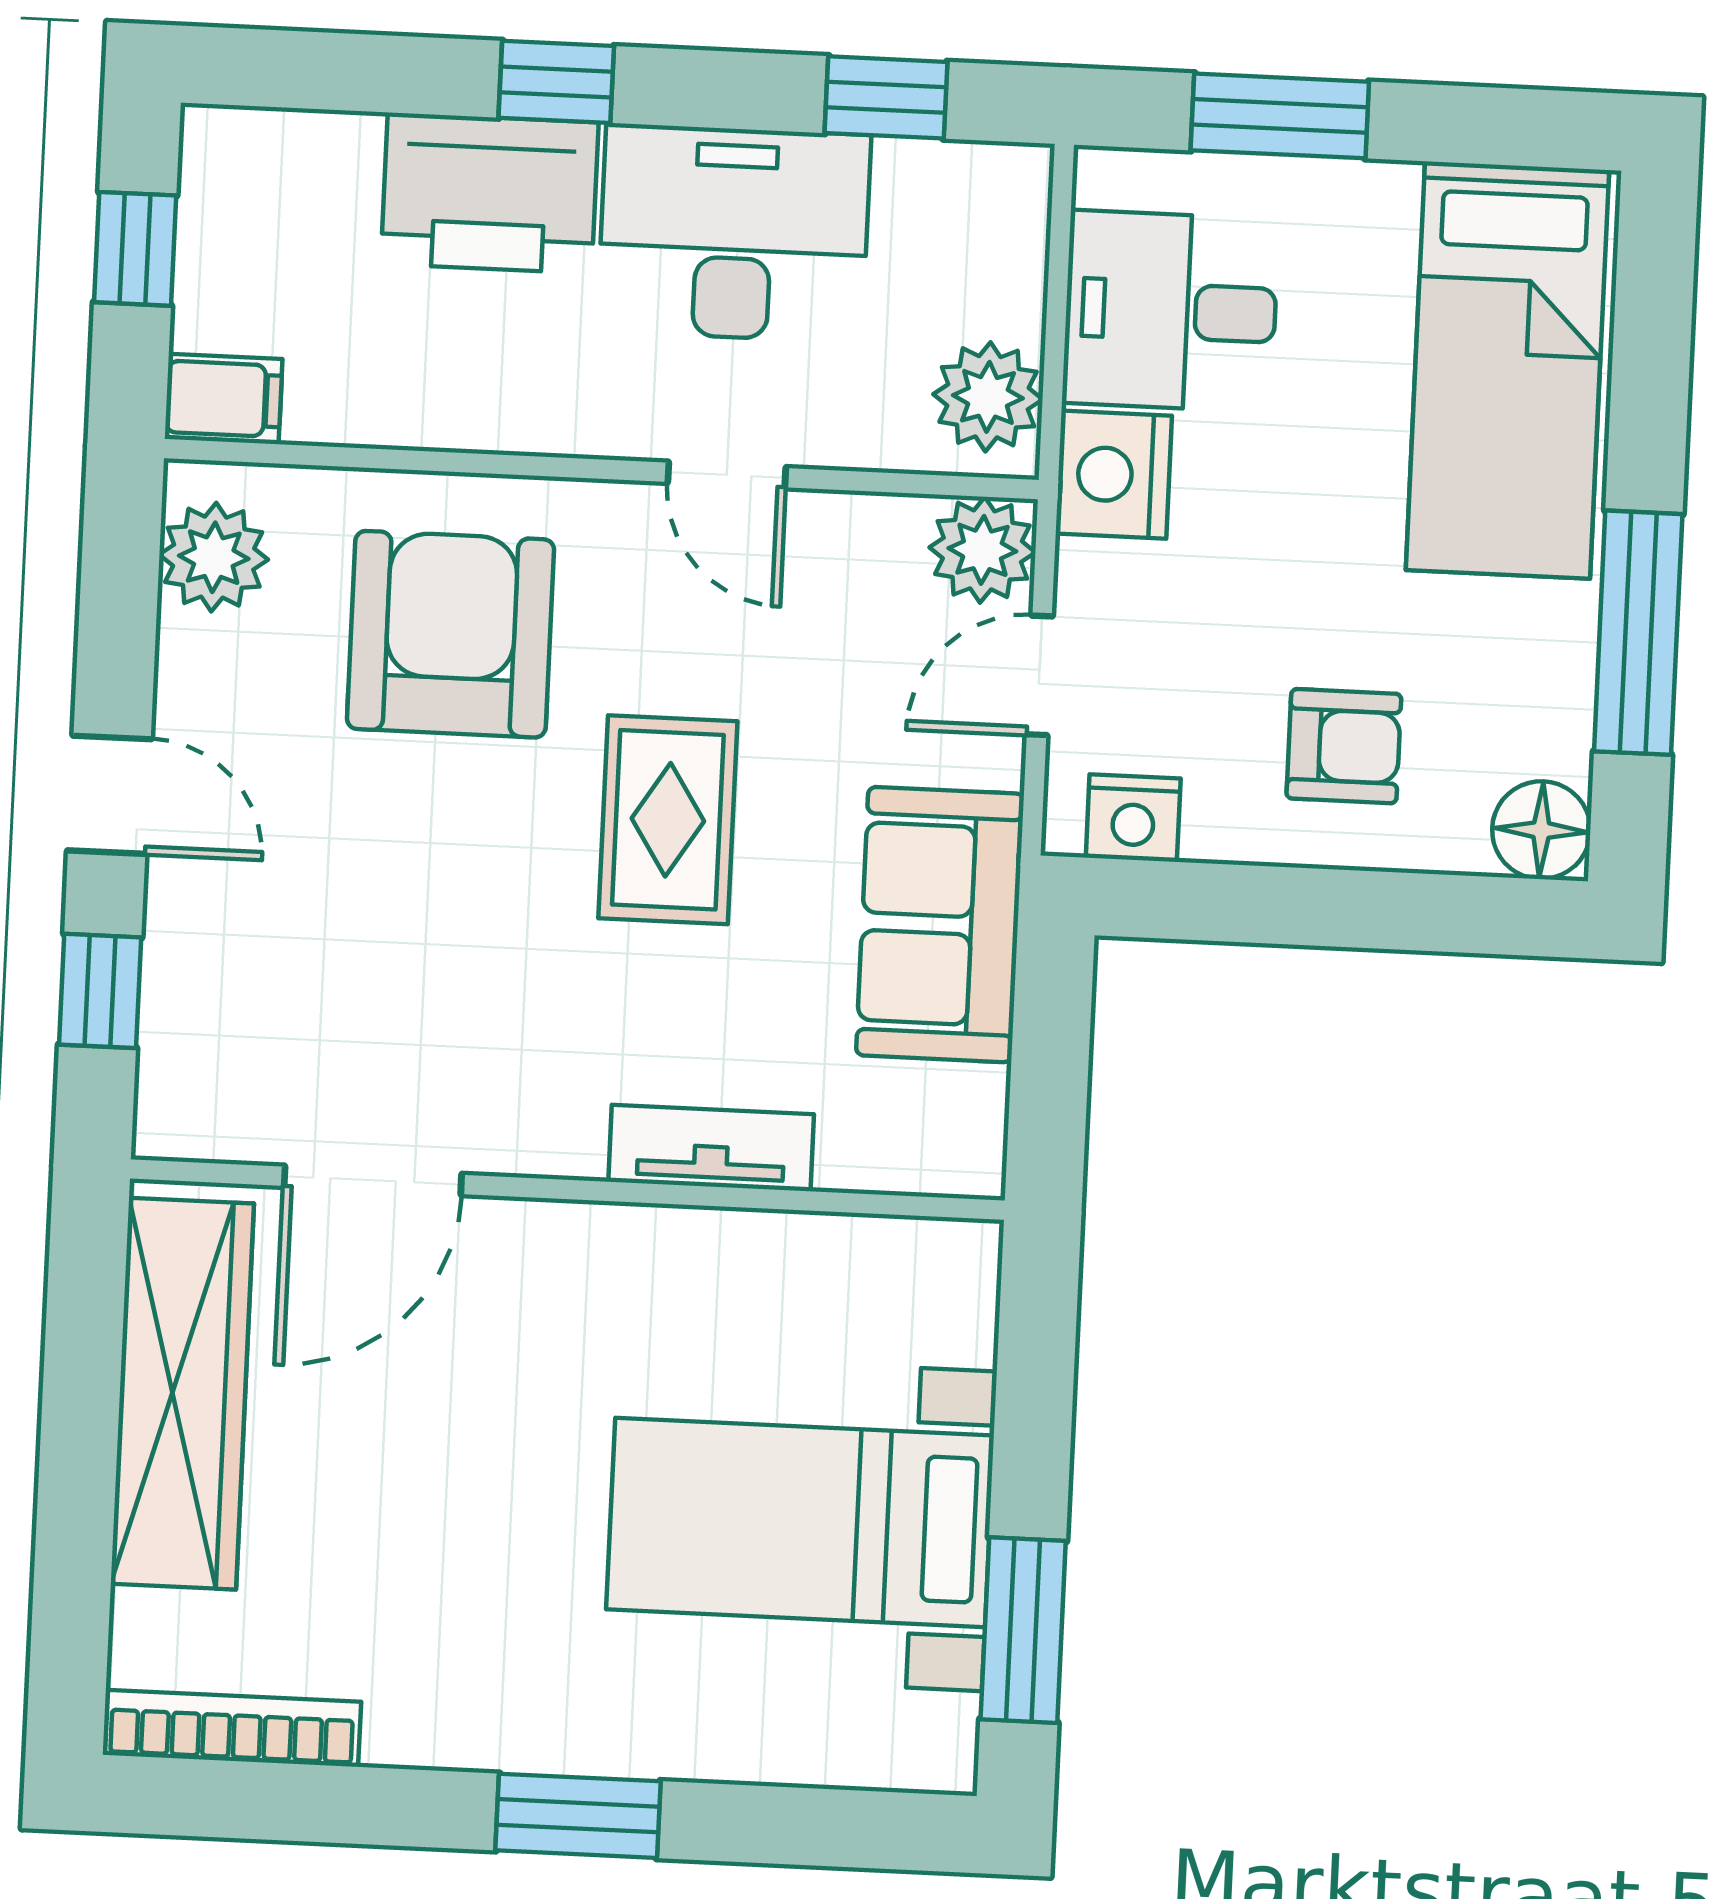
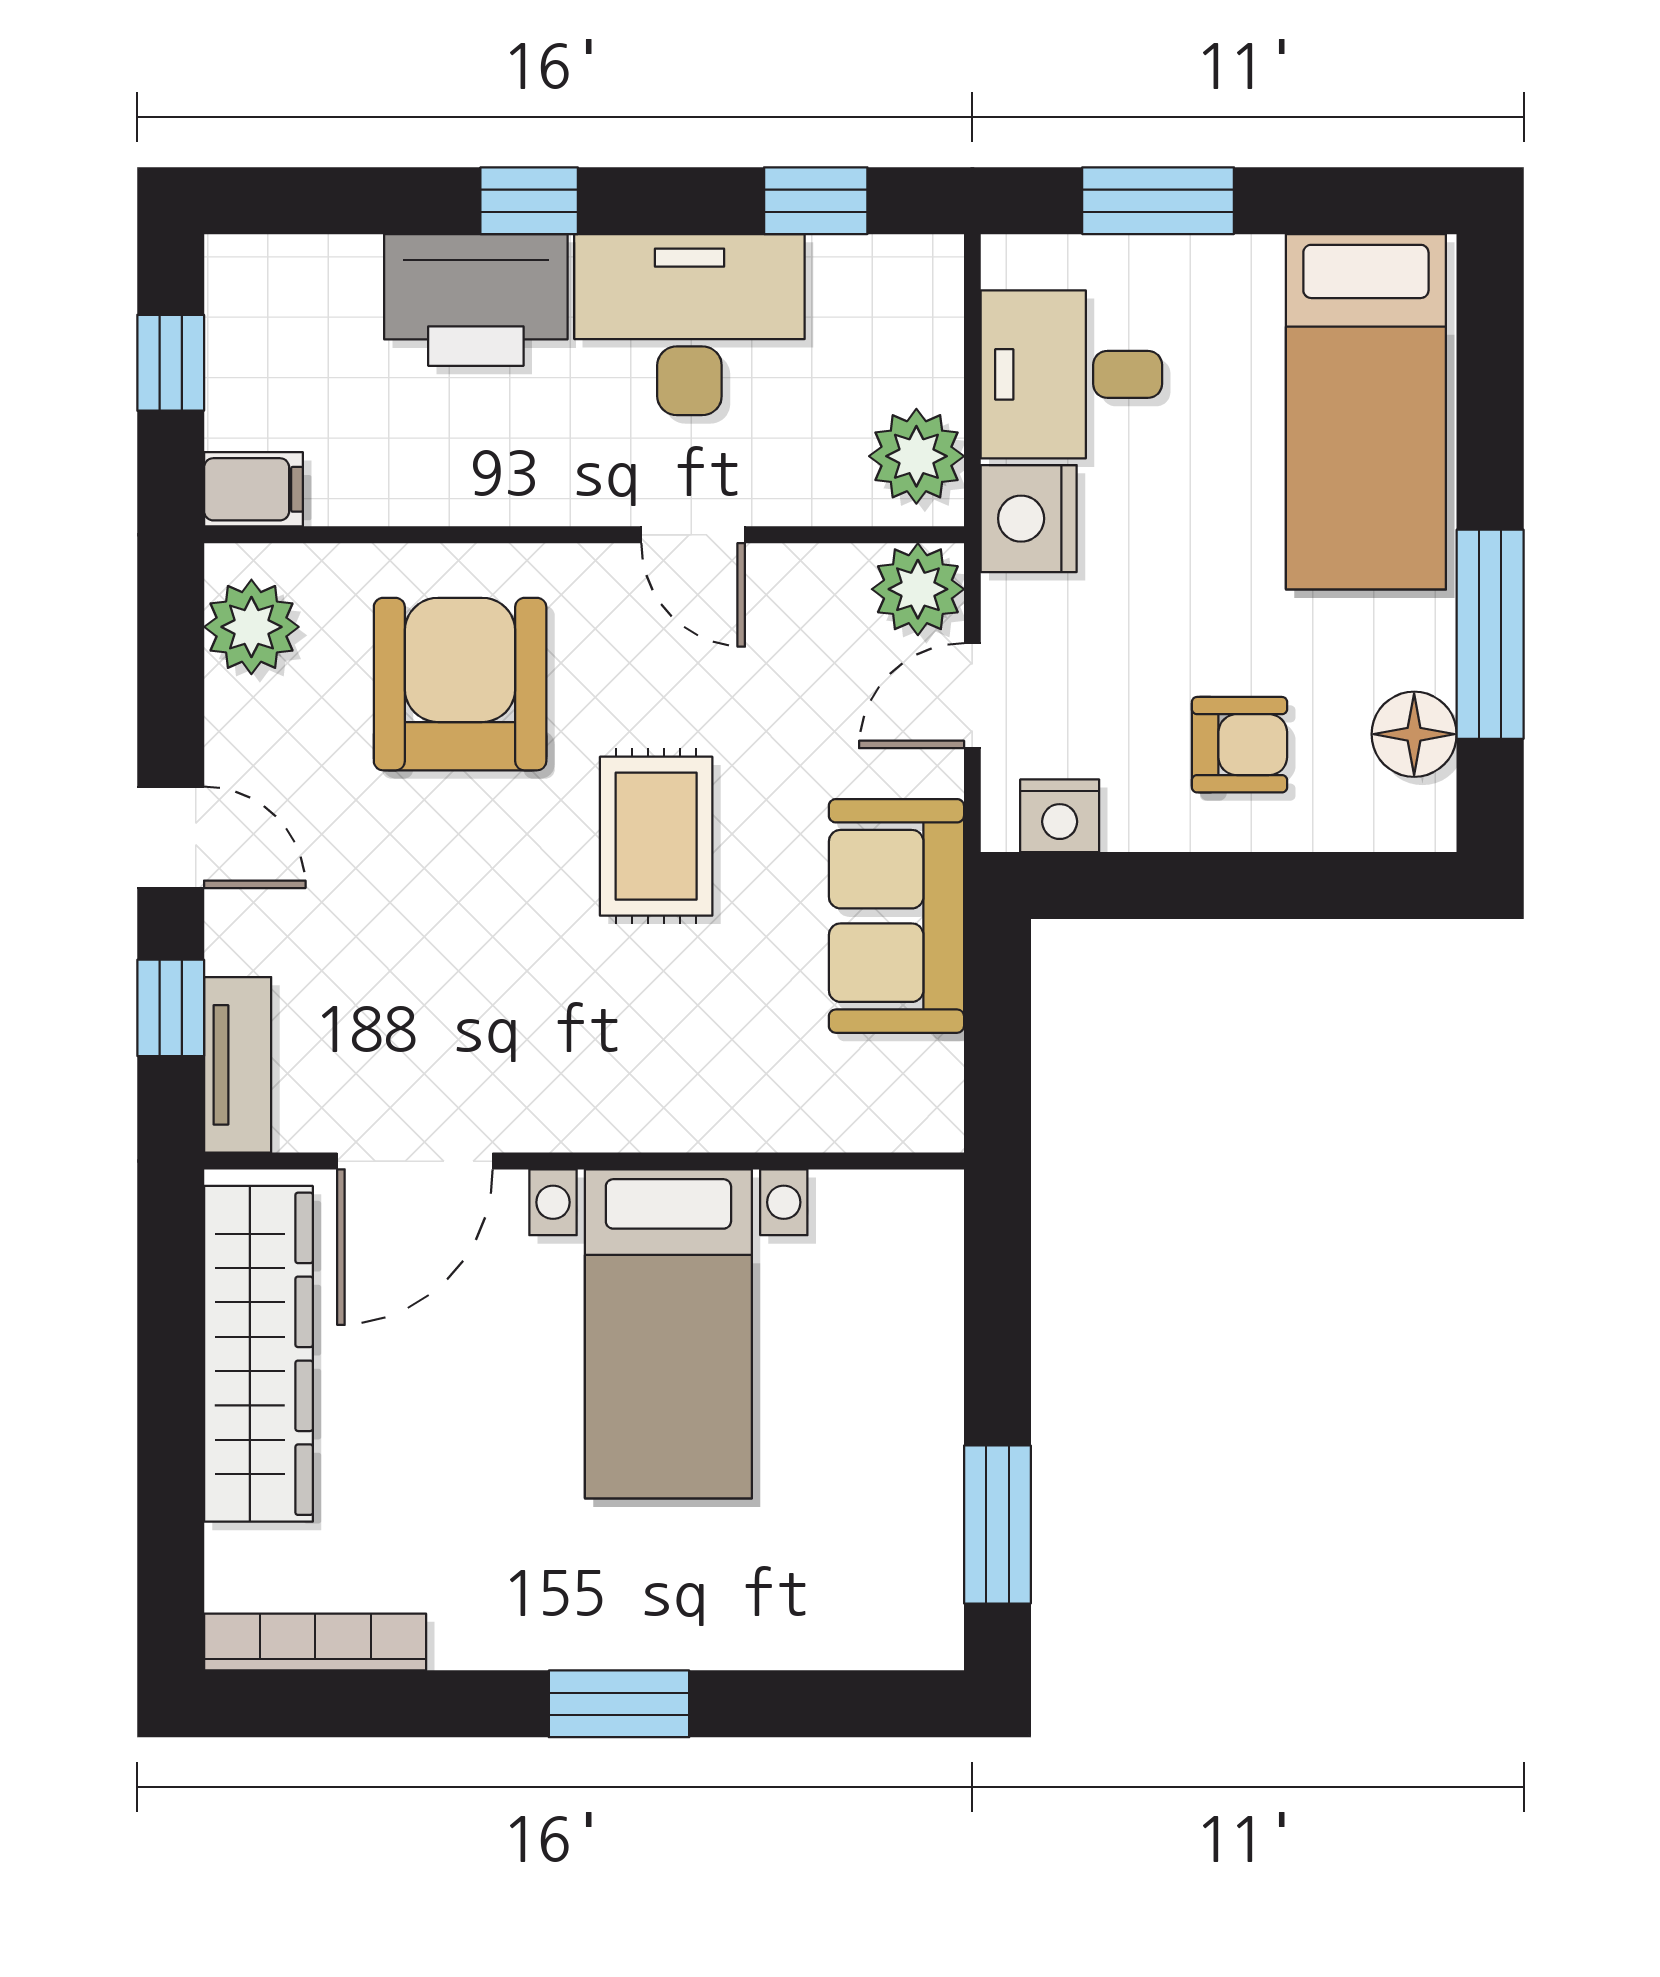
floor lamp: (1541, 830) -> (1414, 734), moved
tv unit: (711, 1148) -> (238, 1065), moved, turned 90
bed with nightstands: (800, 1522) -> (668, 1334), moved, turned -90

